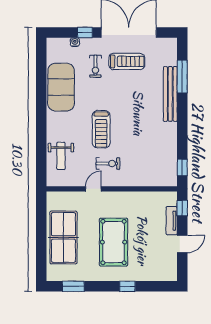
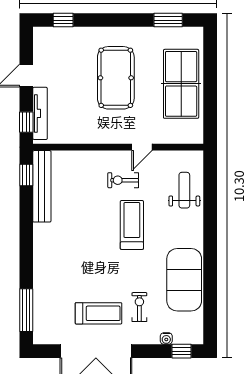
window: (85, 32) -> (181, 351), moved
treadmill: (127, 61) -> (99, 313), turned 180
window: (182, 77) -> (26, 310), moved
bench: (170, 94) -> (42, 186), moved
tv unit: (172, 221) -> (40, 113), width x1.41
window: (127, 286) -> (63, 20), moved

